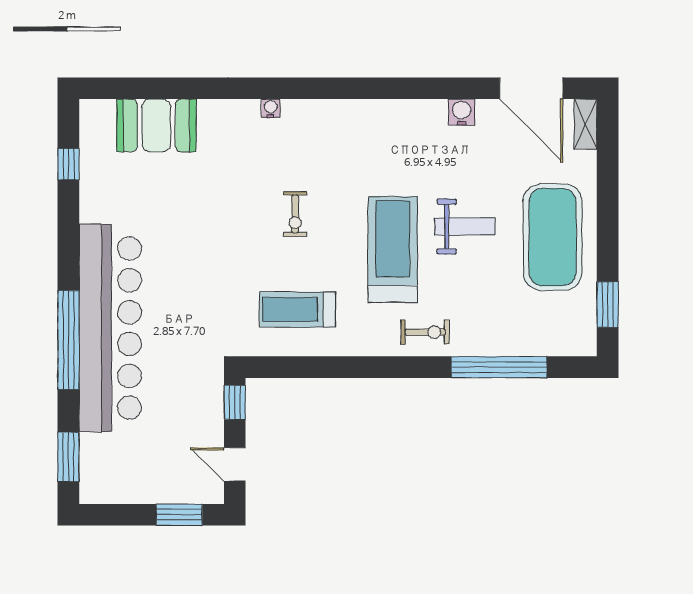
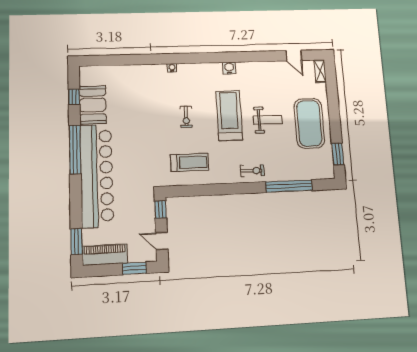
door: (531, 88) -> (294, 56), width x0.53
water cooler: (462, 112) -> (229, 68), moved
booth: (156, 125) -> (93, 105), moved, turned 90
treadmill: (393, 249) -> (229, 115), moved
treadmill: (297, 309) -> (189, 162), turned 180
window: (68, 340) -> (75, 150), moved
piano: (122, 485) -> (105, 255), added

